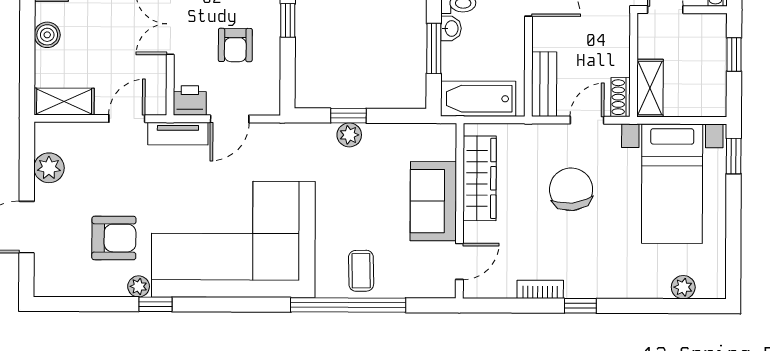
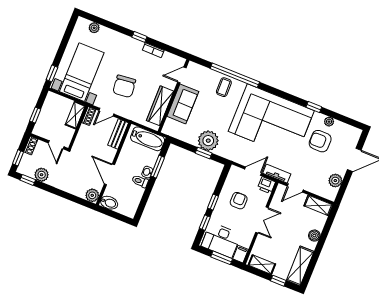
plant: (349, 135) -> (208, 141), width x1.87, depth x1.87
plant: (139, 286) -> (329, 122), moved

